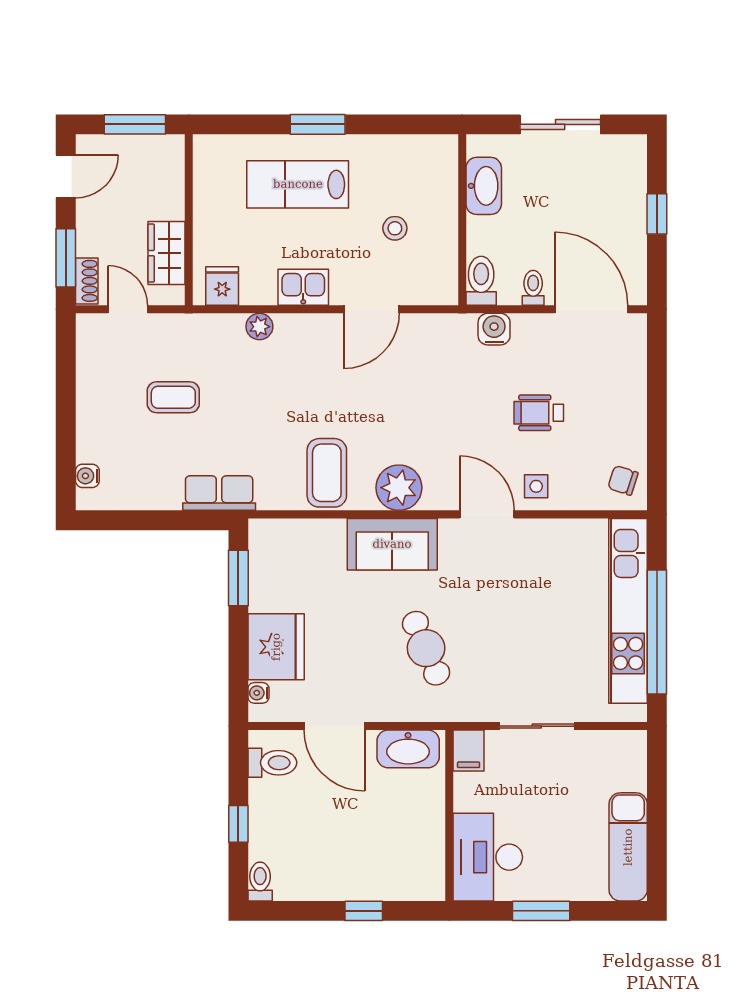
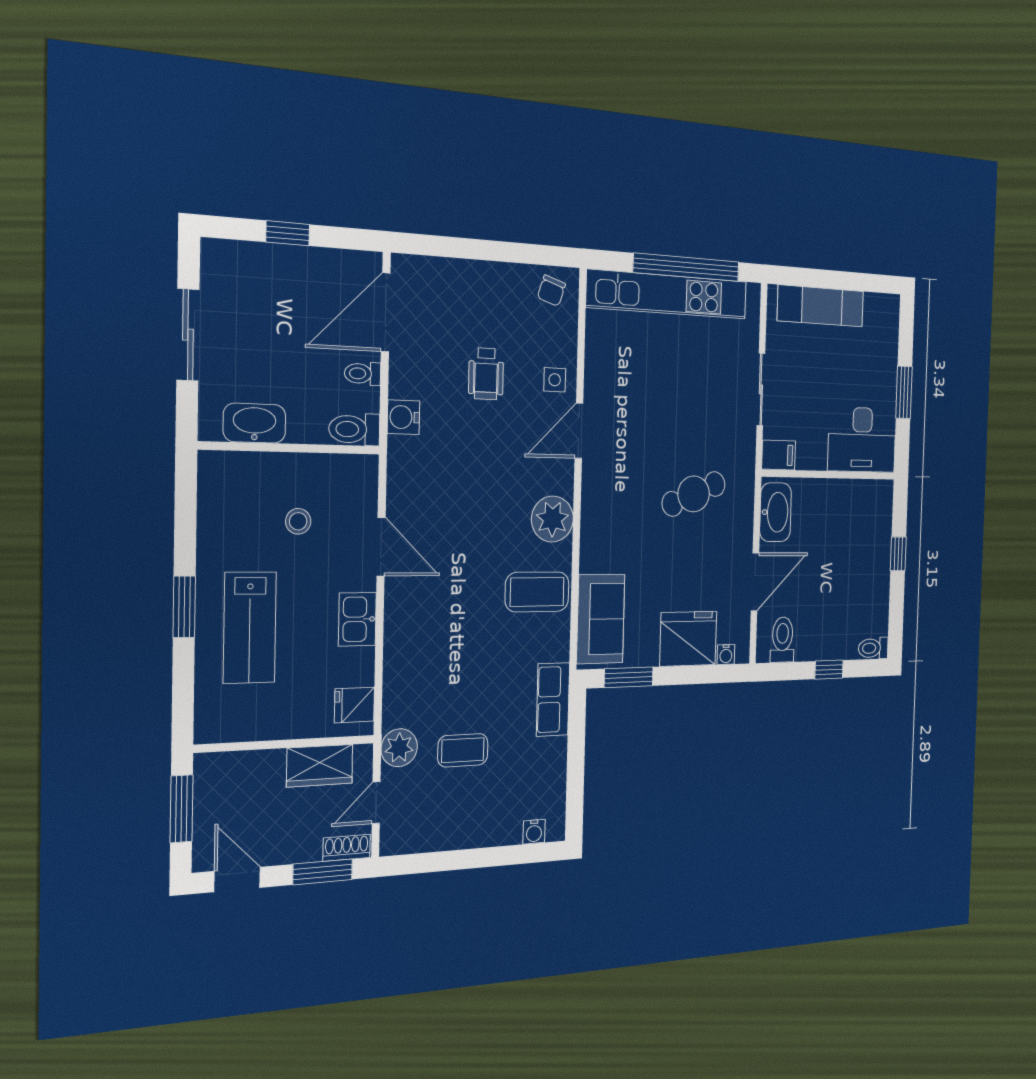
plant: (259, 327) -> (399, 748), moved, width x1.38, depth x1.38
coffee table: (173, 397) -> (463, 750), turned 90
sofa: (392, 544) -> (601, 619), moved
exam couch: (628, 847) -> (821, 306), moved

